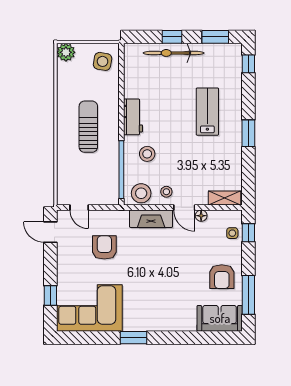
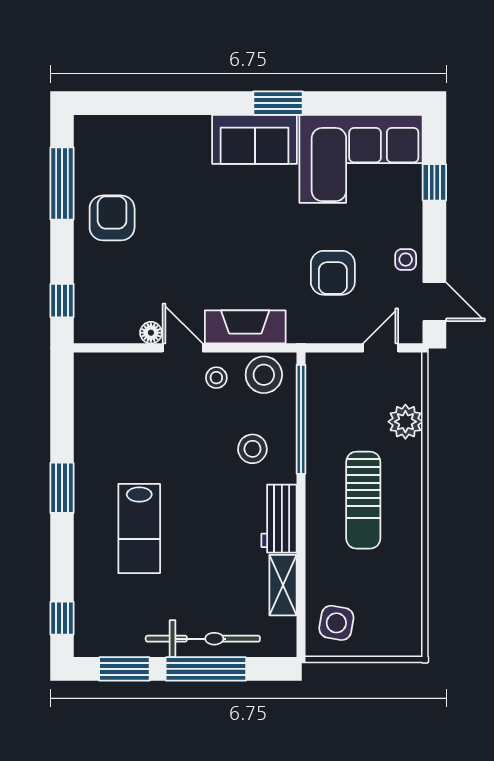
window: (172, 37) -> (206, 669), width x2.17
plant: (66, 52) -> (405, 422), moved
shelving: (224, 198) -> (283, 585), moved, turned 90
door: (79, 208) -> (381, 348), hinge flipped
side table: (232, 233) -> (406, 260), moved
sofa: (220, 318) -> (255, 139), moved

